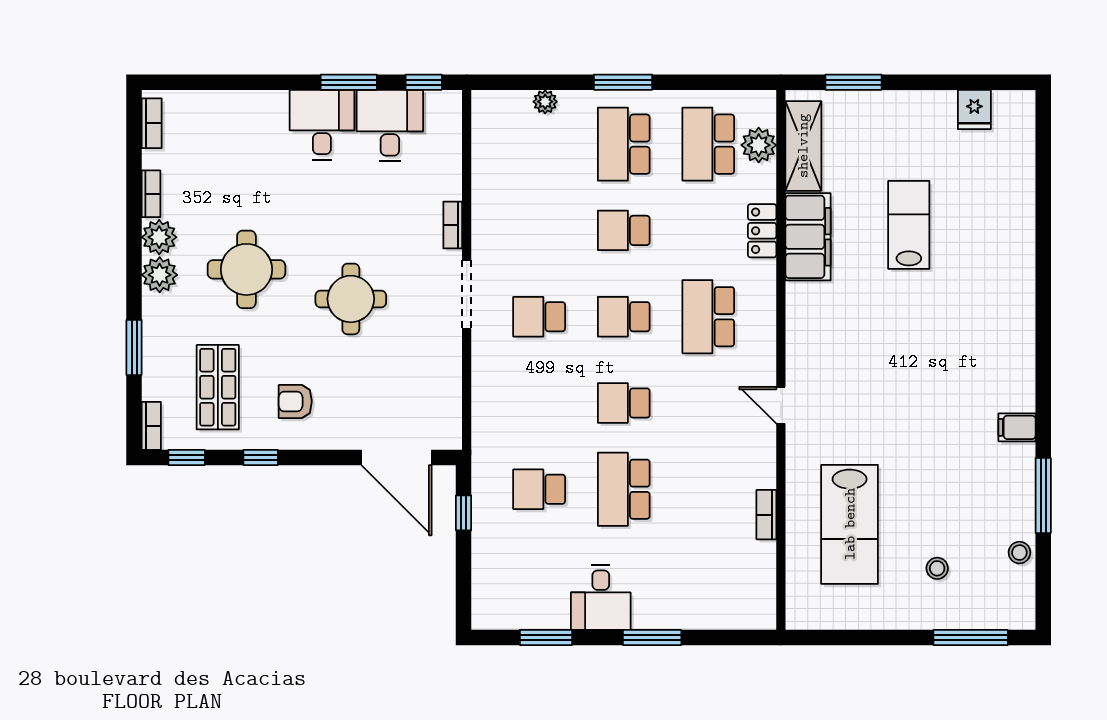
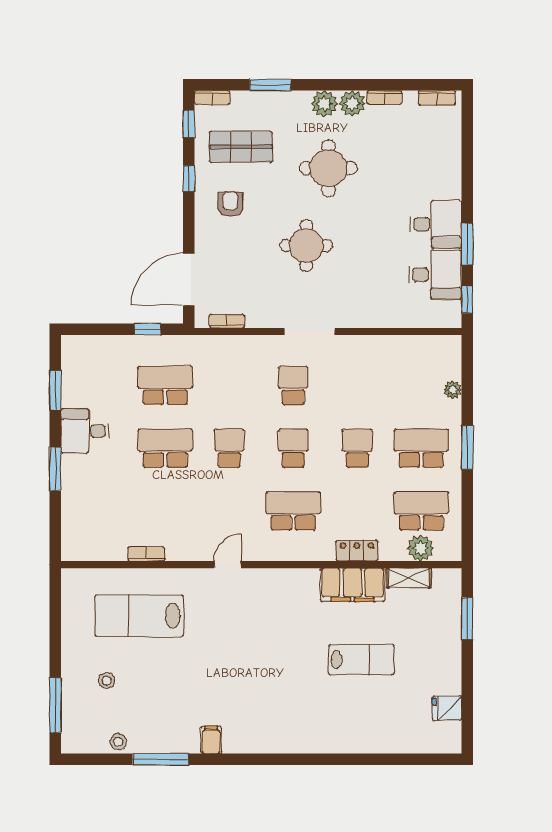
shelving: (803, 146) -> (409, 578), width x0.67, depth x0.75
bookcase: (453, 225) -> (227, 321), moved
school desk: (539, 489) -> (165, 385), width x1.85

